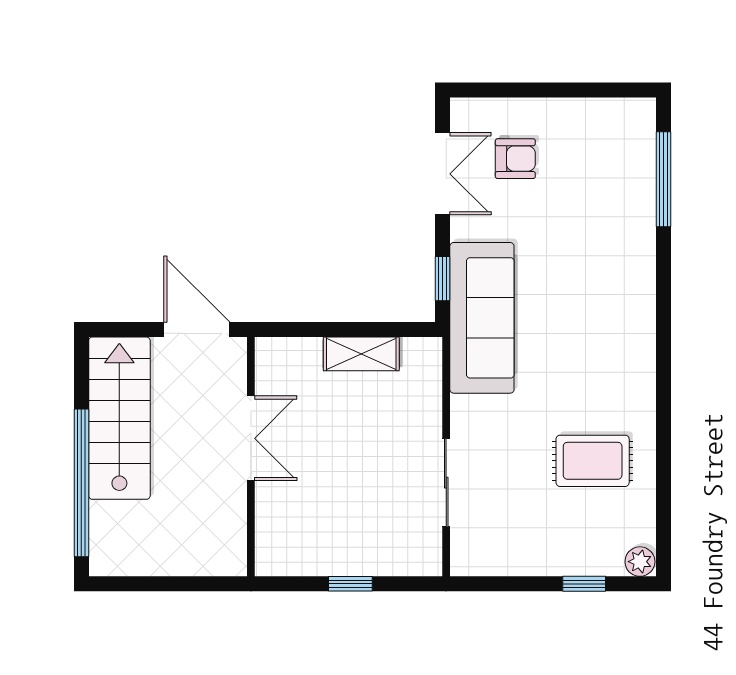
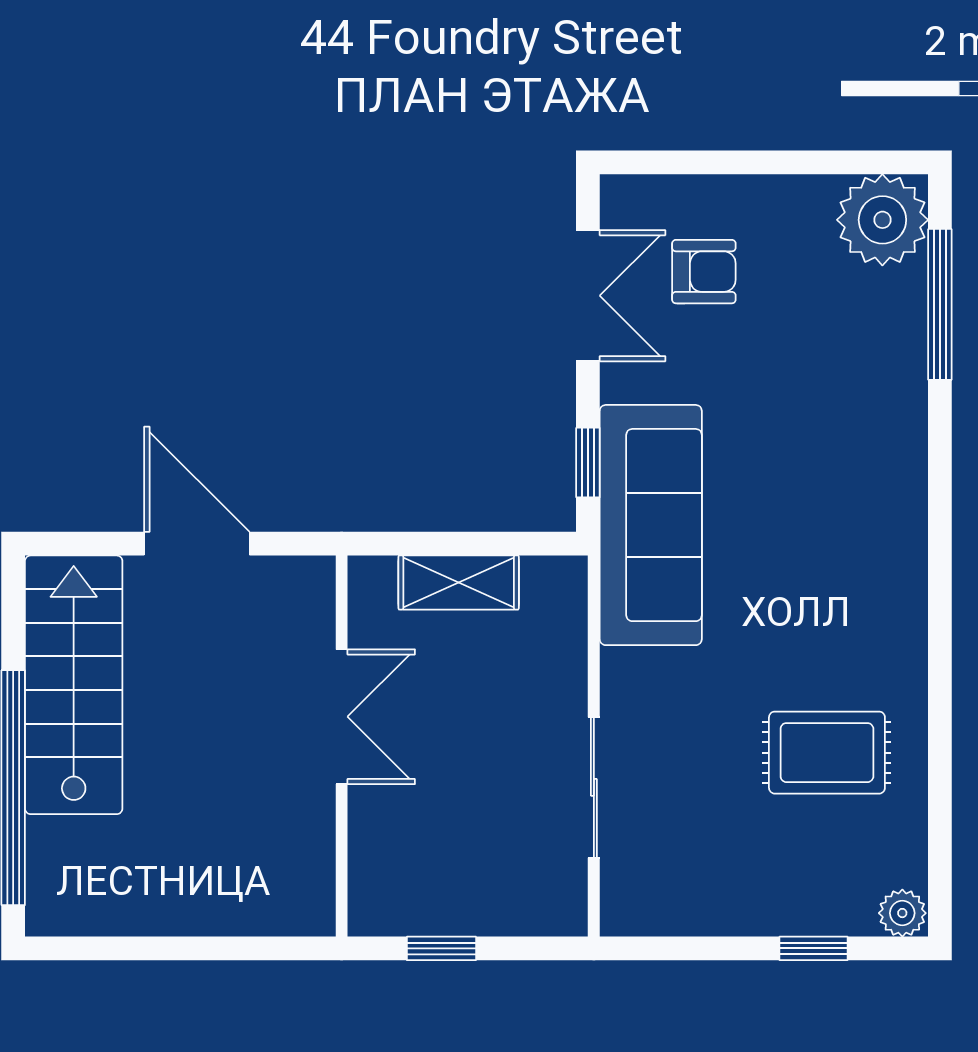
plant: (627, 126) -> (882, 220), added
double door: (251, 438) -> (342, 717), moved
wall: (251, 457) -> (342, 746), moved

